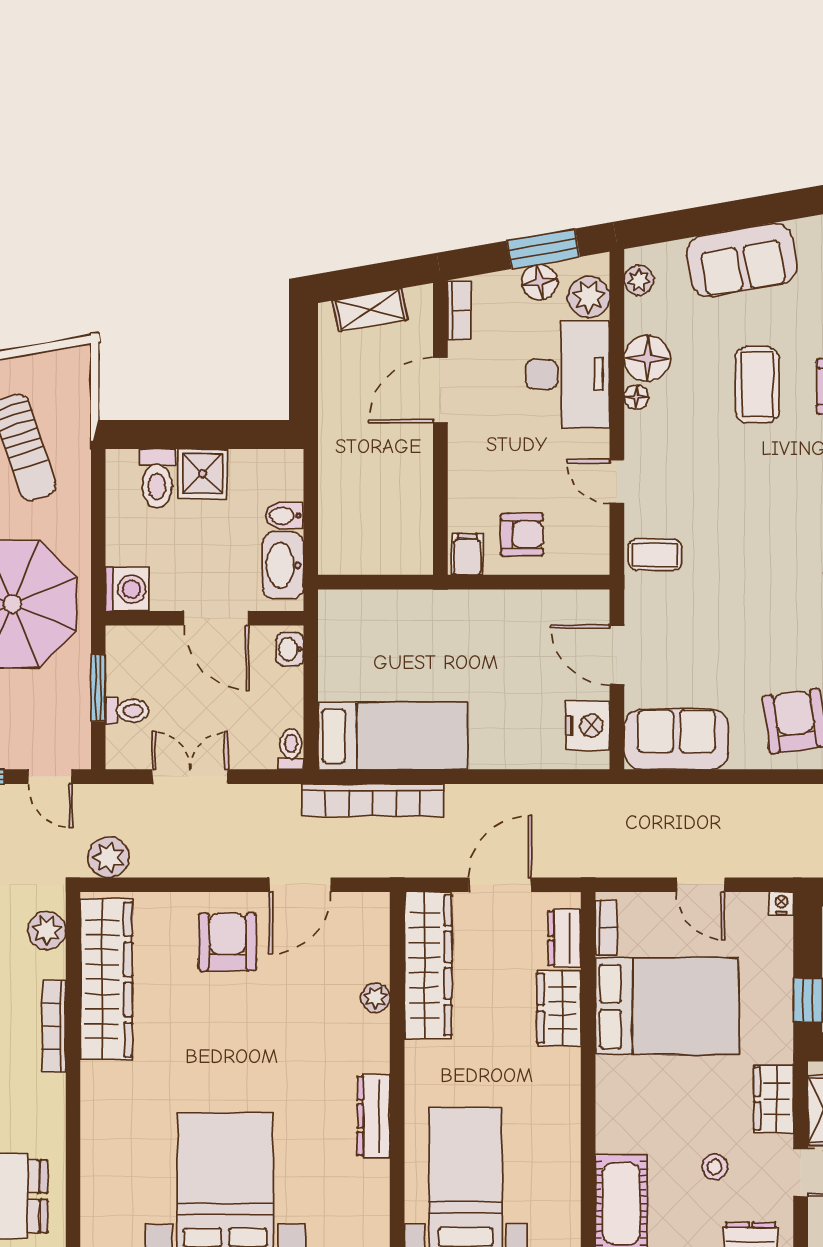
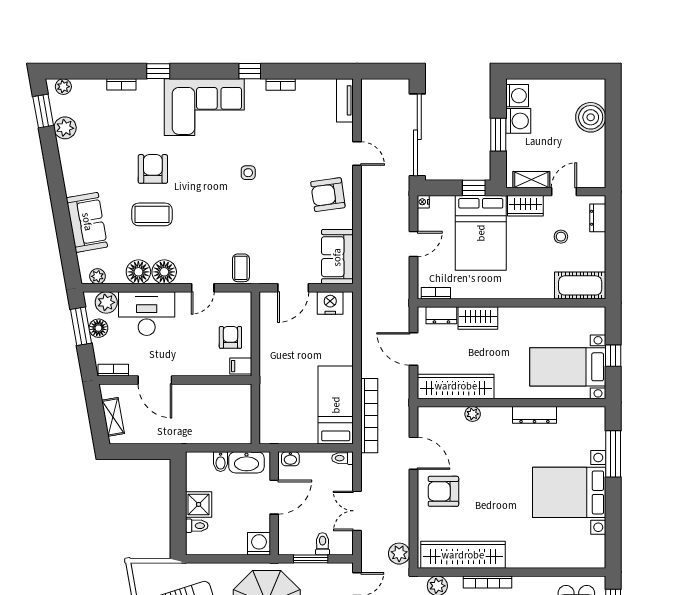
floor lamp: (636, 397) -> (164, 272), width x1.89, depth x1.89
toilet: (157, 478) -> (197, 526), width x0.73, depth x0.72
bed: (667, 1006) -> (481, 233), moved, turned 180

